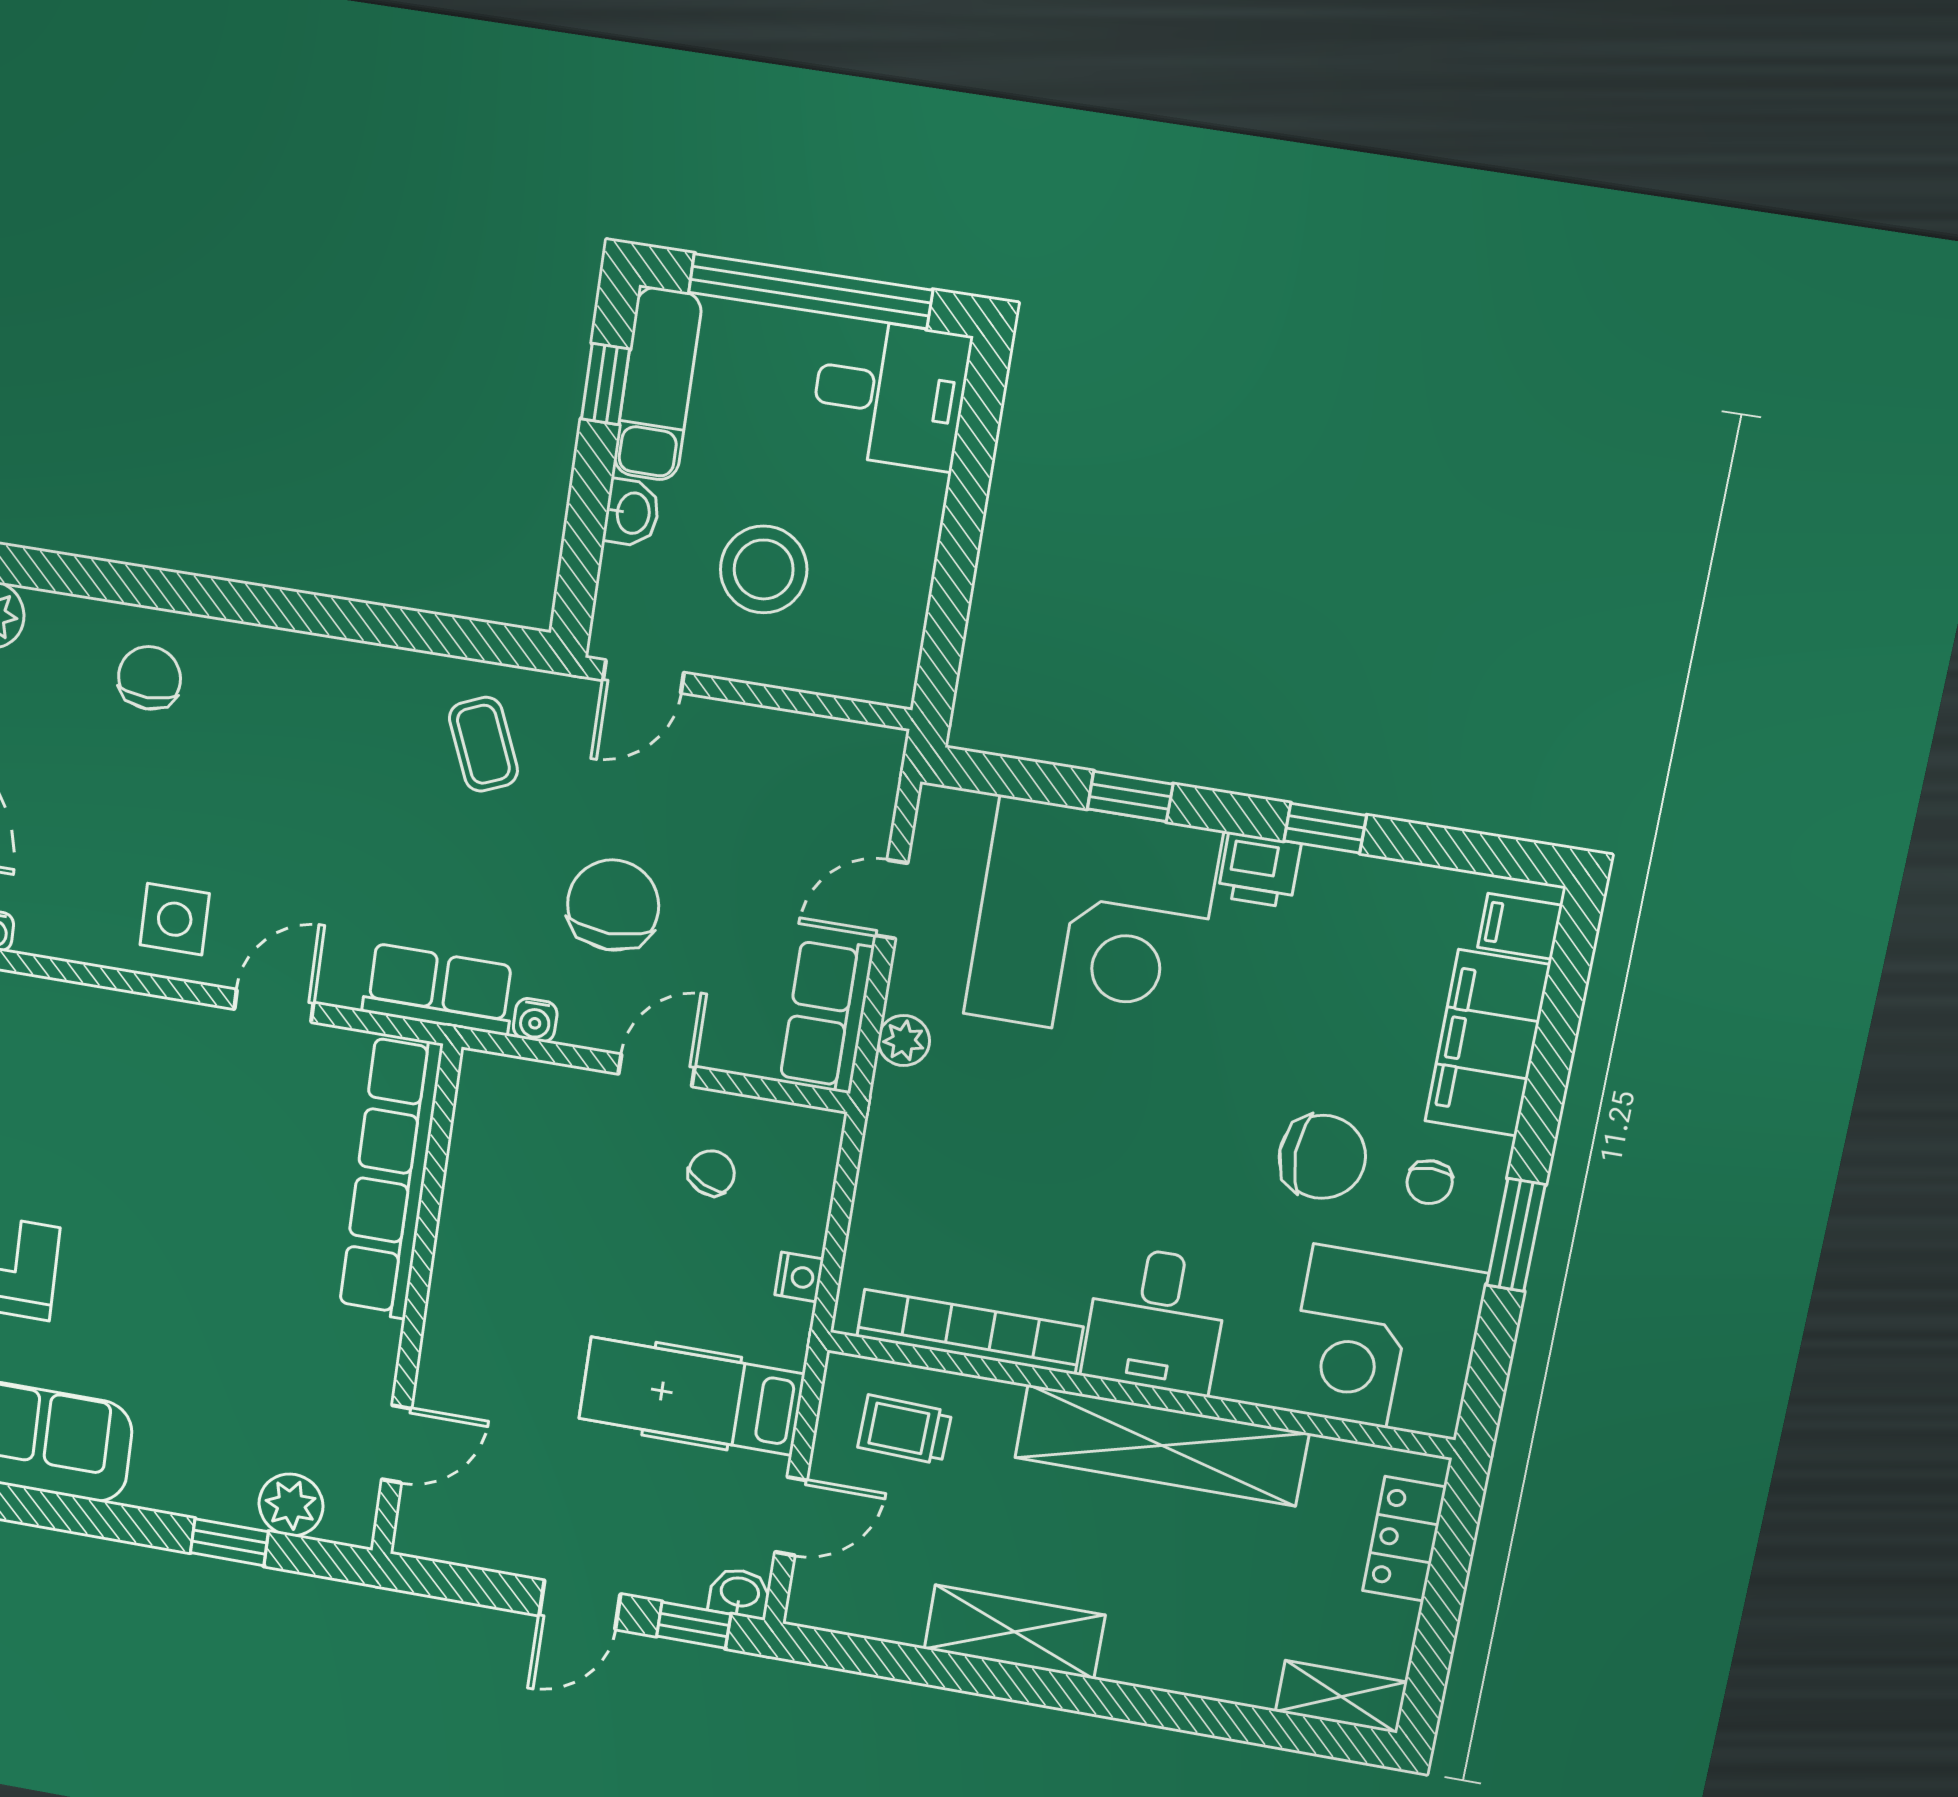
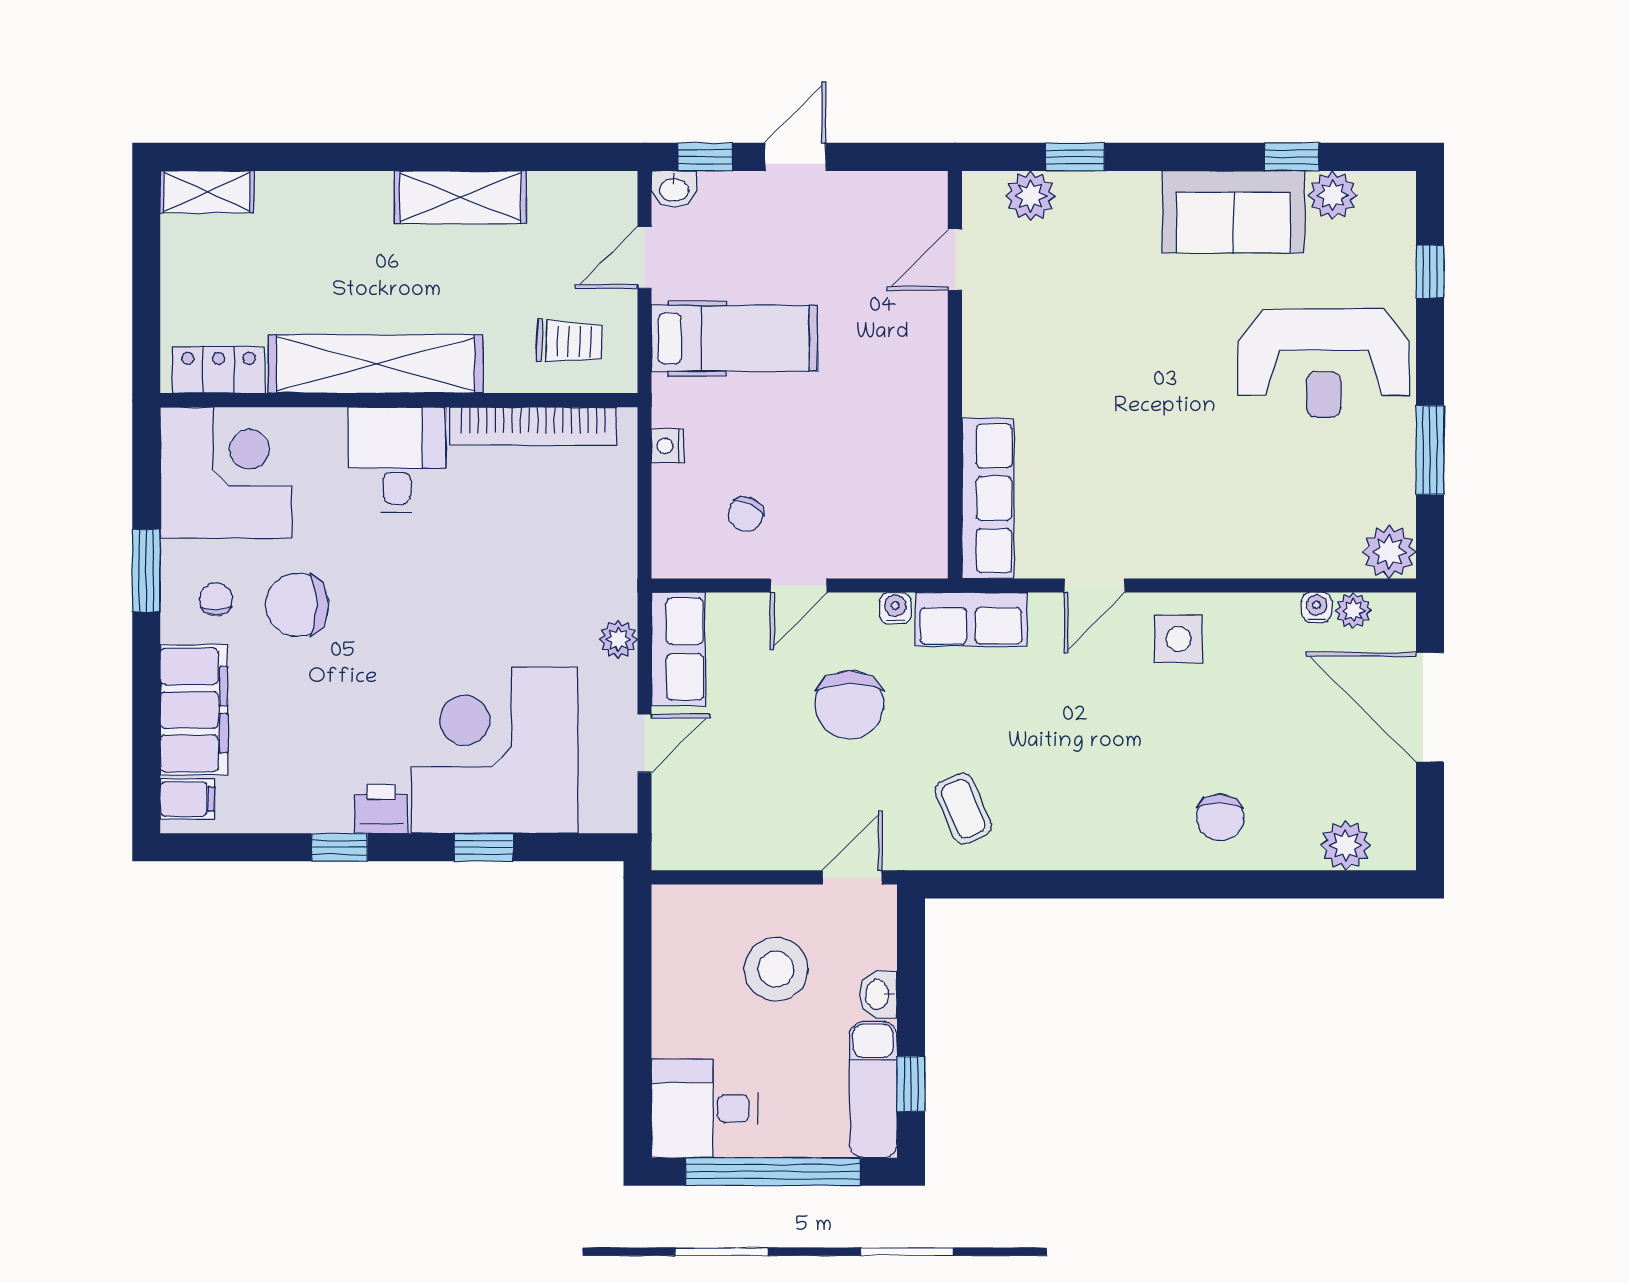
row of seats: (391, 1177) -> (988, 498), width x0.73
locker: (1404, 1539) -> (219, 370), moved, turned -90

